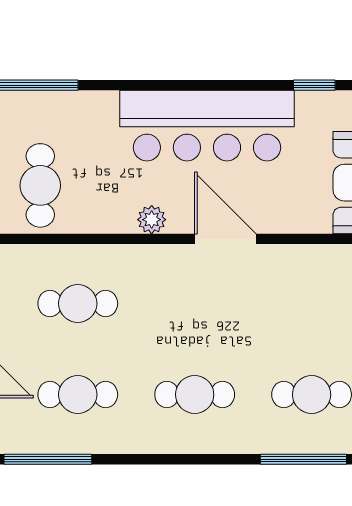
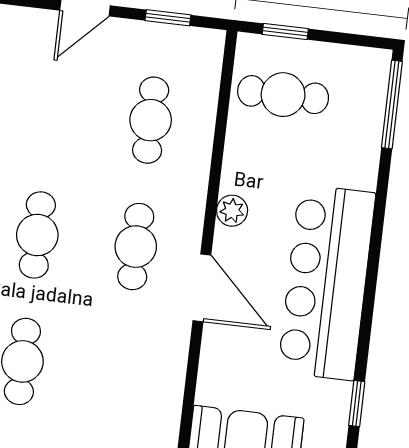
door: (225, 239) -> (202, 288), hinge flipped
cafe table: (78, 395) -> (136, 247), moved

